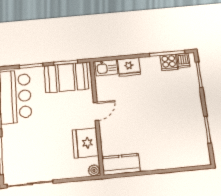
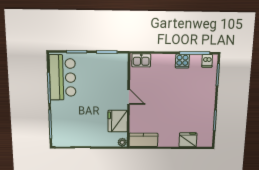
cooker: (169, 62) -> (182, 61), moved
fridge: (129, 67) -> (188, 140), moved, turned 180
booth: (66, 77) -> (106, 65), removed
door: (96, 111) -> (129, 97), hinge flipped

